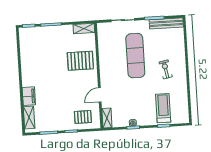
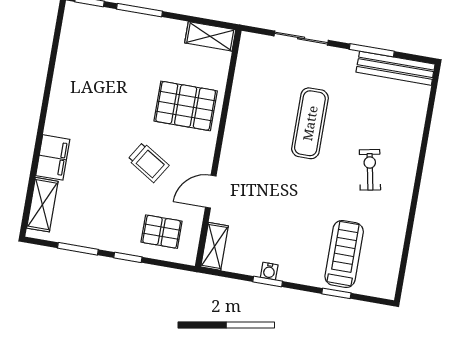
exercise mat: (135, 56) -> (310, 123), width x0.73, depth x0.69
trolley: (70, 89) -> (148, 162), added

